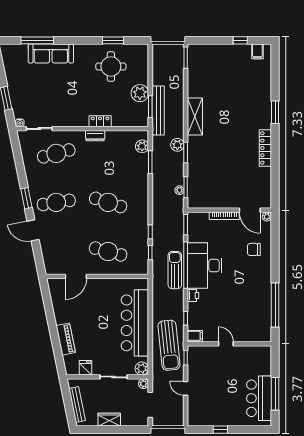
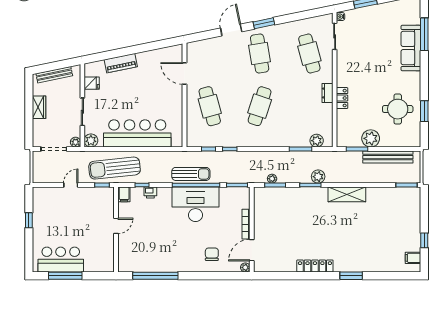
bench: (158, 111) -> (388, 157), moved
cafe table: (108, 252) -> (210, 106), turned -30
printer: (193, 296) -> (150, 193), moved

